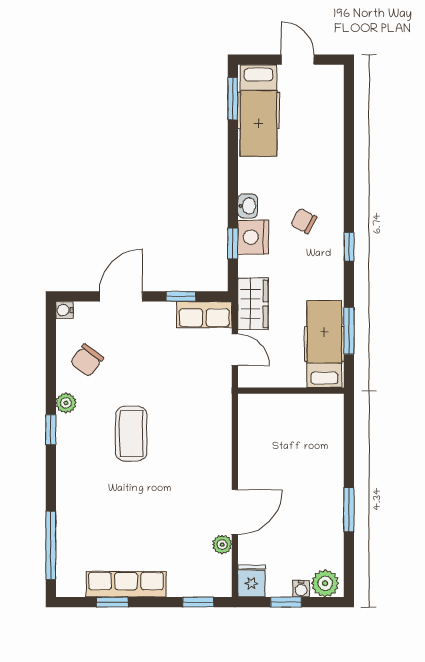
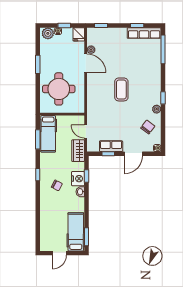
door: (298, 60) -> (59, 253), hinge flipped
row of seats: (204, 315) -> (111, 146), moved
coffee table: (131, 434) -> (121, 89), moved
round table: (299, 451) -> (59, 89), added
door: (235, 512) -> (86, 63), swing flipped
row of seats: (126, 584) -> (144, 33), moved

